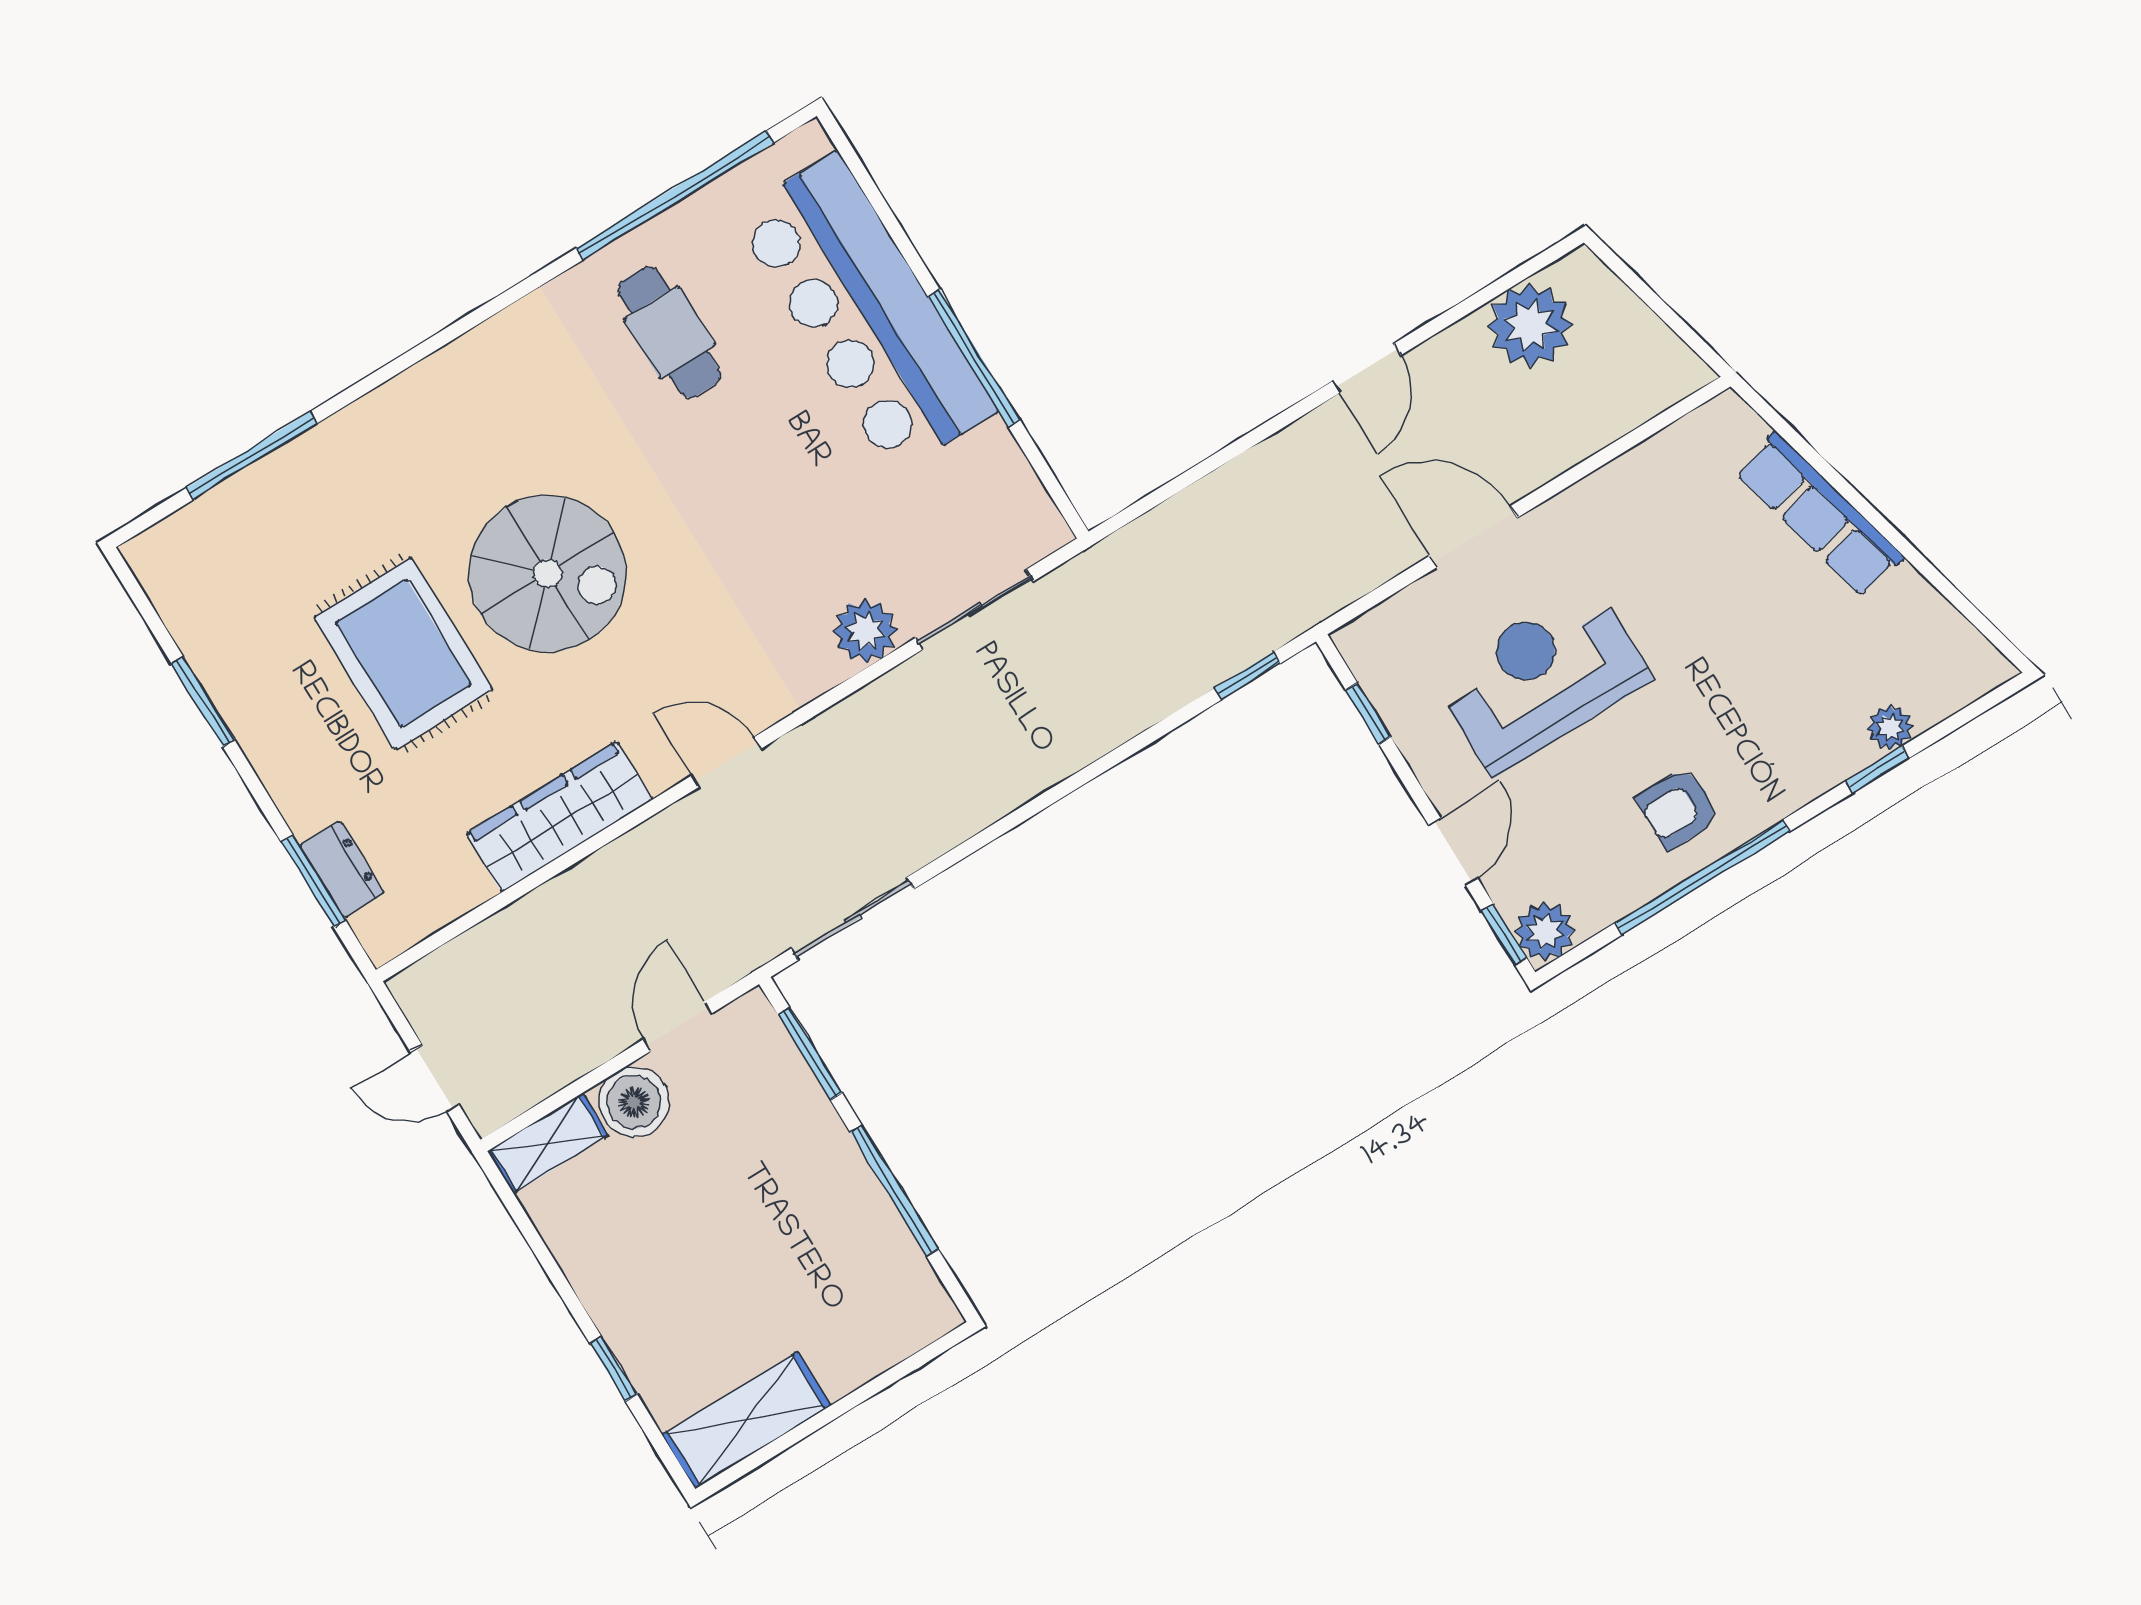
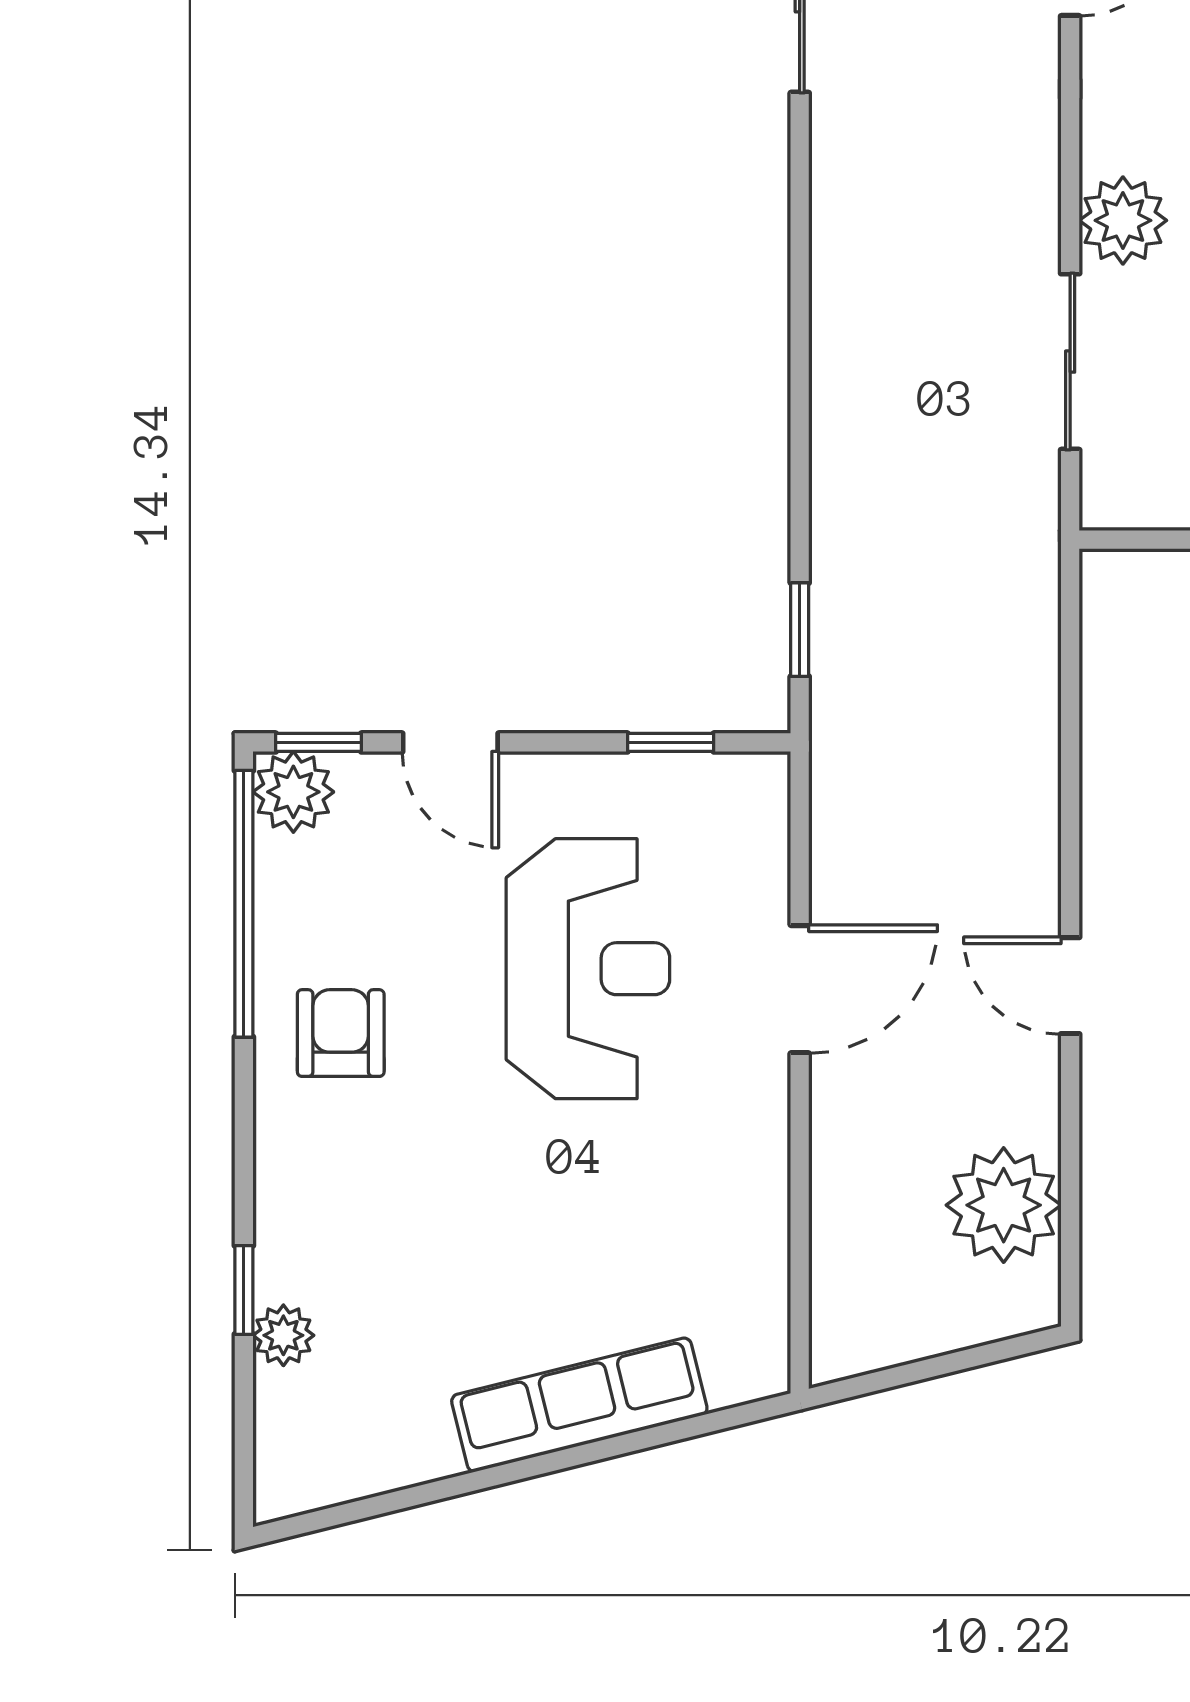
window: (1703, 877) -> (244, 904), moved

